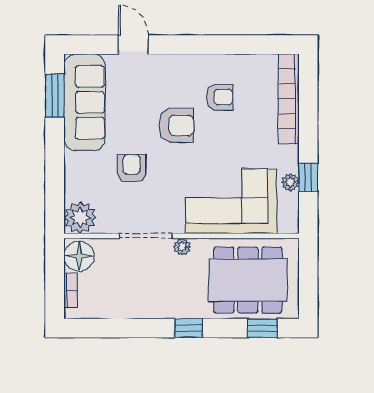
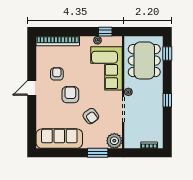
door: (133, 45) -> (32, 88), moved
window: (55, 96) -> (98, 153), moved
armchair: (132, 168) -> (91, 116), turned -126
window: (308, 177) -> (105, 32), moved
floor lamp: (79, 256) -> (133, 141), removed
window: (189, 328) -> (167, 100), moved

